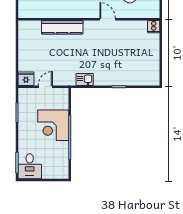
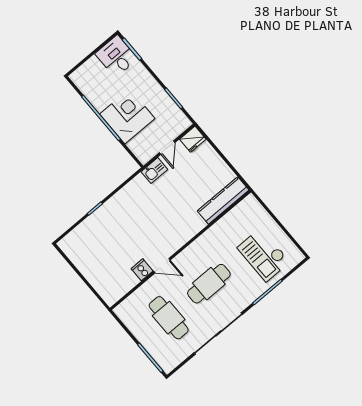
kitchen counter: (62, 27) -> (223, 200), moved
cooker: (154, 27) -> (142, 270), moved
kitchen sink: (85, 79) -> (154, 171), moved

